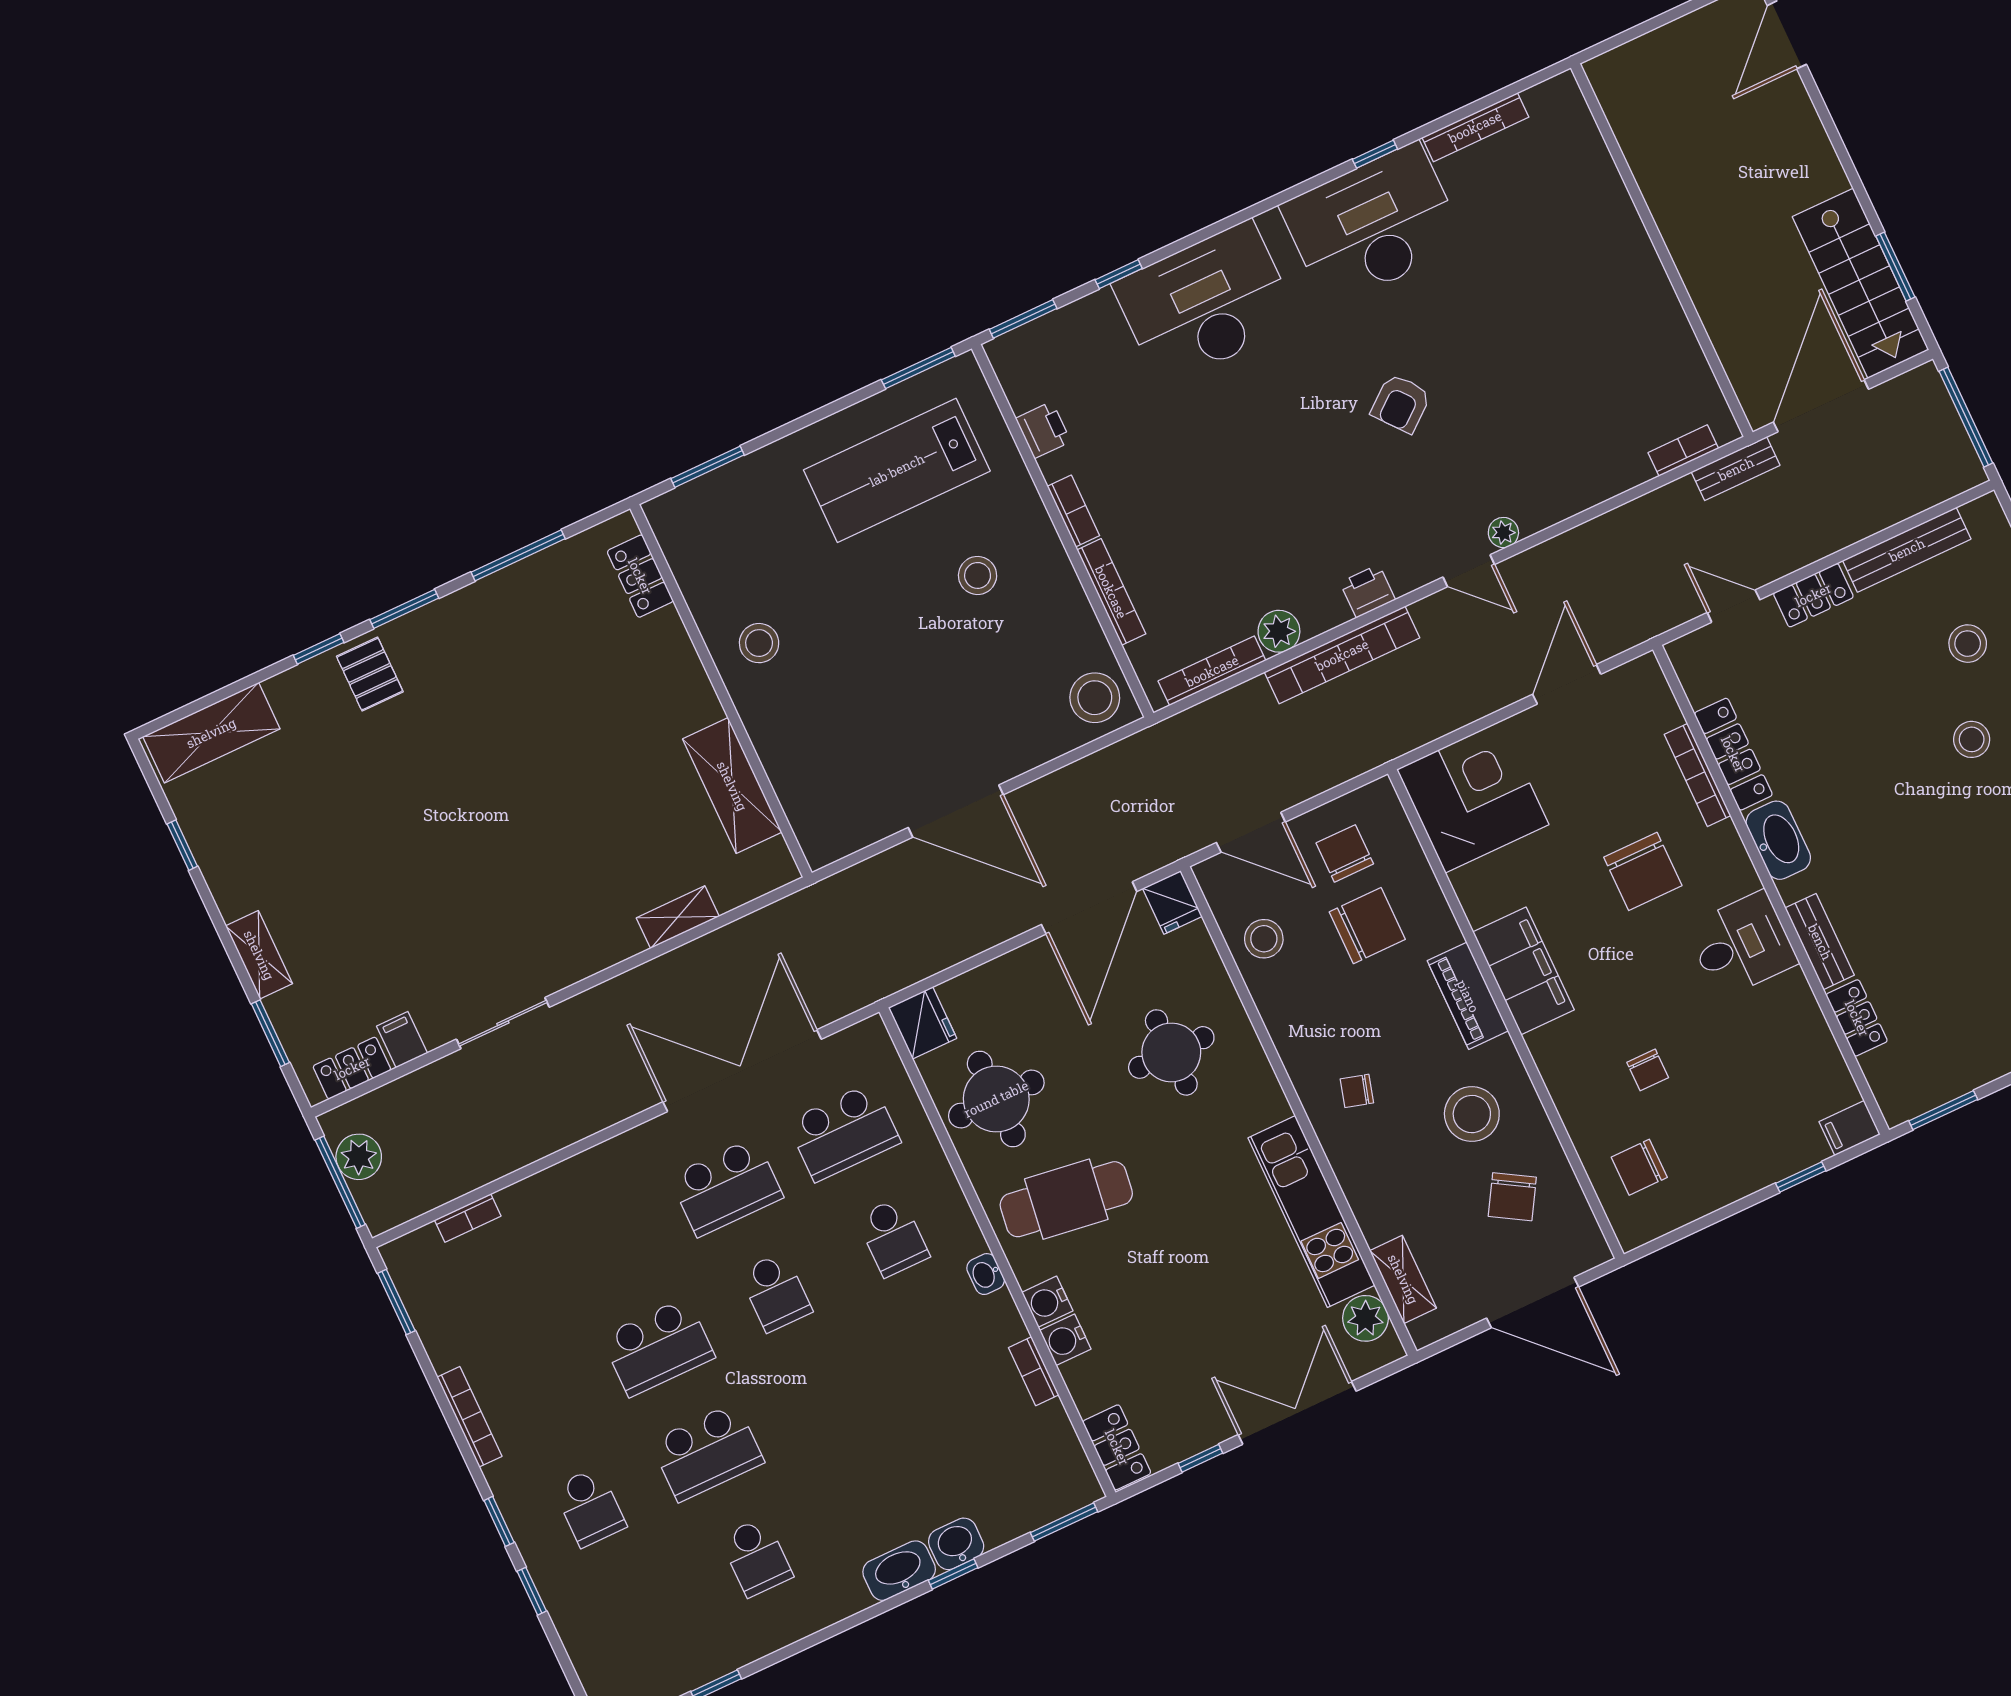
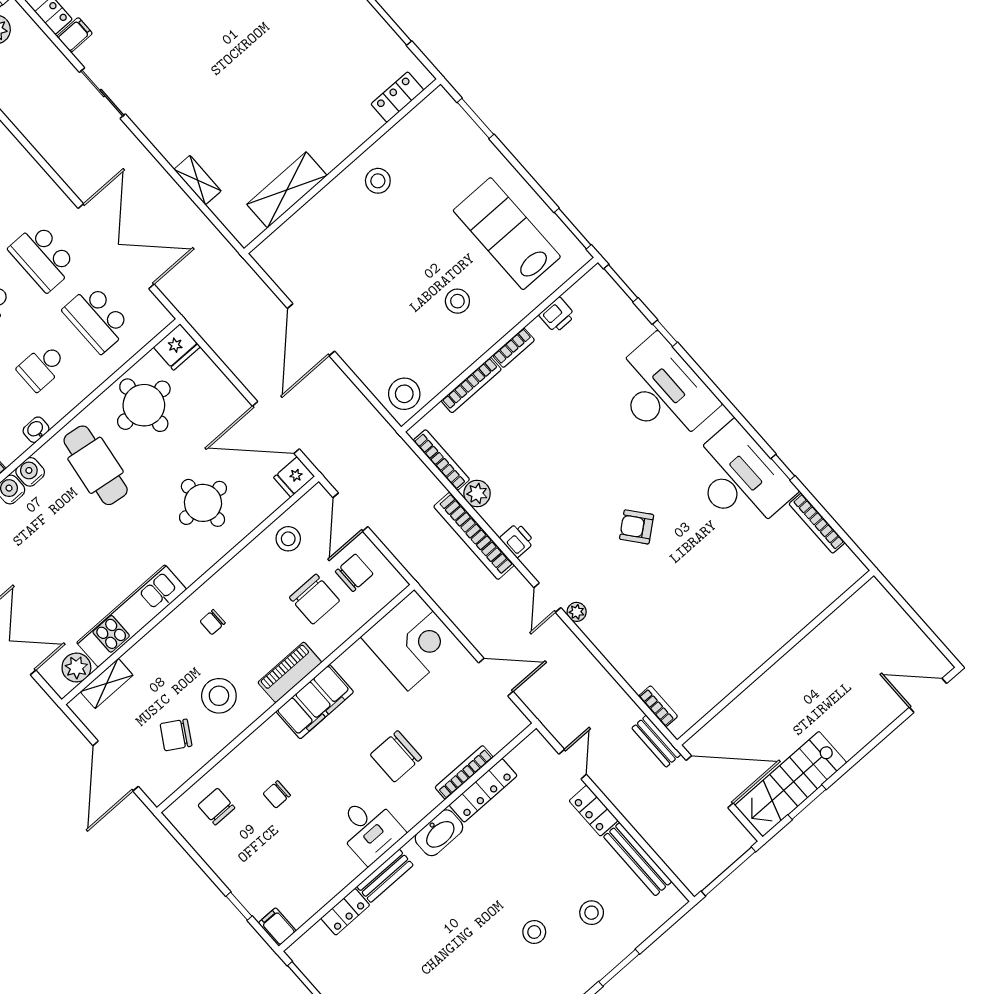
chair: (1357, 1091) -> (213, 622), turned -106

